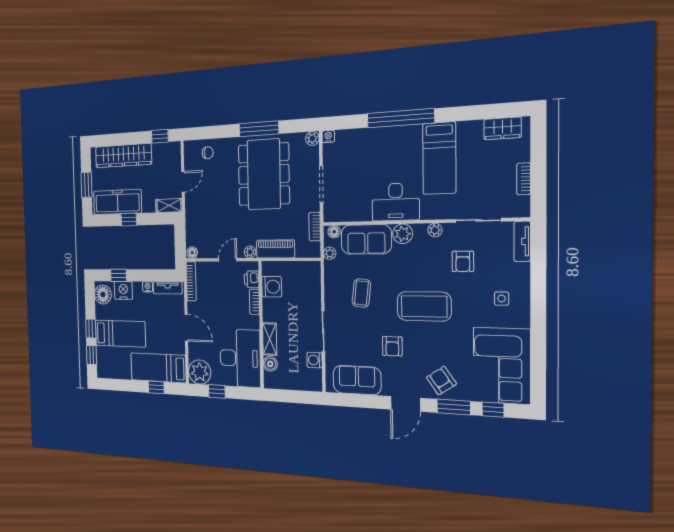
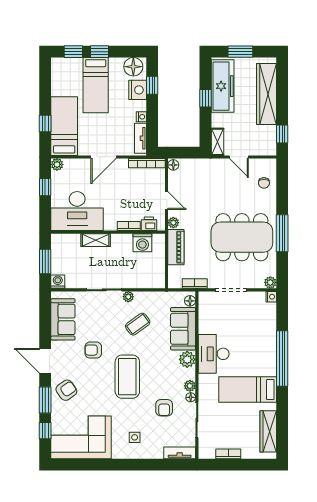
wardrobe: (502, 128) -> (268, 431), width x1.50
floor lamp: (449, 229) -> (191, 397), added
plant: (330, 253) -> (128, 297), moved
armchair: (463, 261) -> (164, 408), turned -90
coffee table: (361, 293) -> (138, 324), turned -42
washing machine: (314, 360) -> (58, 282), moved
boiler: (270, 364) -> (73, 240), removed
plant: (200, 372) -> (57, 164), width x0.53, depth x0.53
window: (293, 396) -> (45, 261), added

